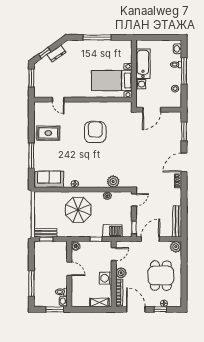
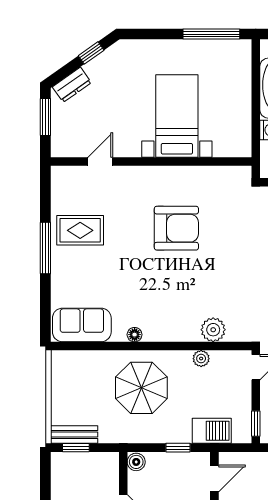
window: (97, 37) -> (211, 34), moved
window: (45, 53) -> (91, 53), moved
dresser: (57, 53) -> (72, 85), moved
bed with nightstands: (112, 80) -> (177, 116), moved, turned 90
door: (58, 100) -> (100, 162), swing flipped
armchair: (95, 132) -> (176, 228), turned 90
window: (31, 156) -> (45, 248), moved

